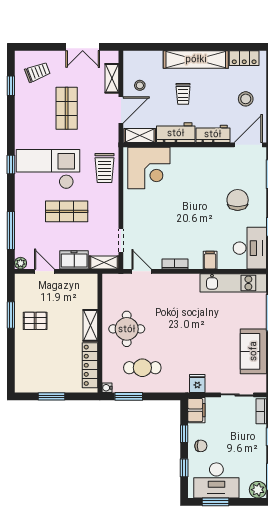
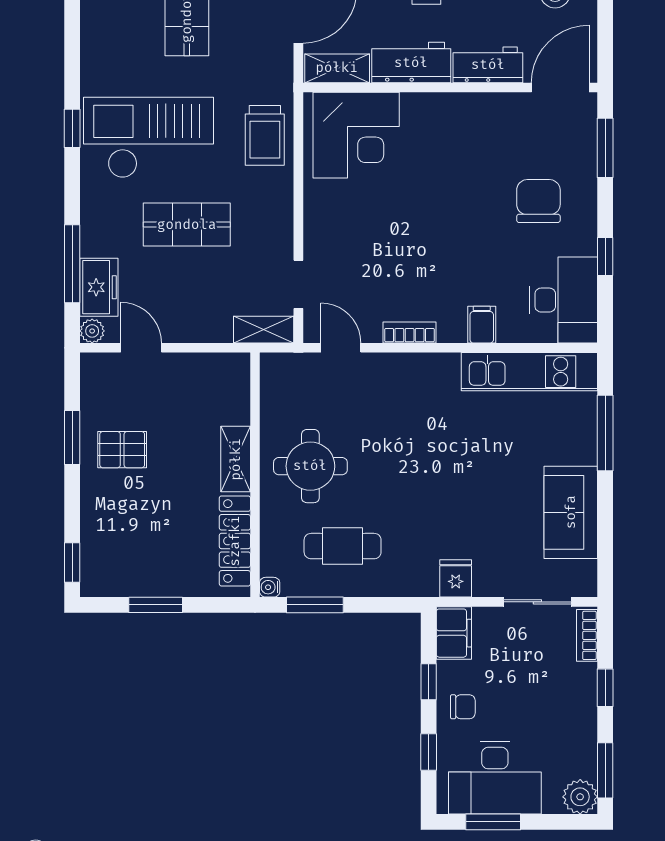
freezer: (74, 260) -> (99, 287), moved, turned 90
window: (11, 376) -> (72, 562), added

